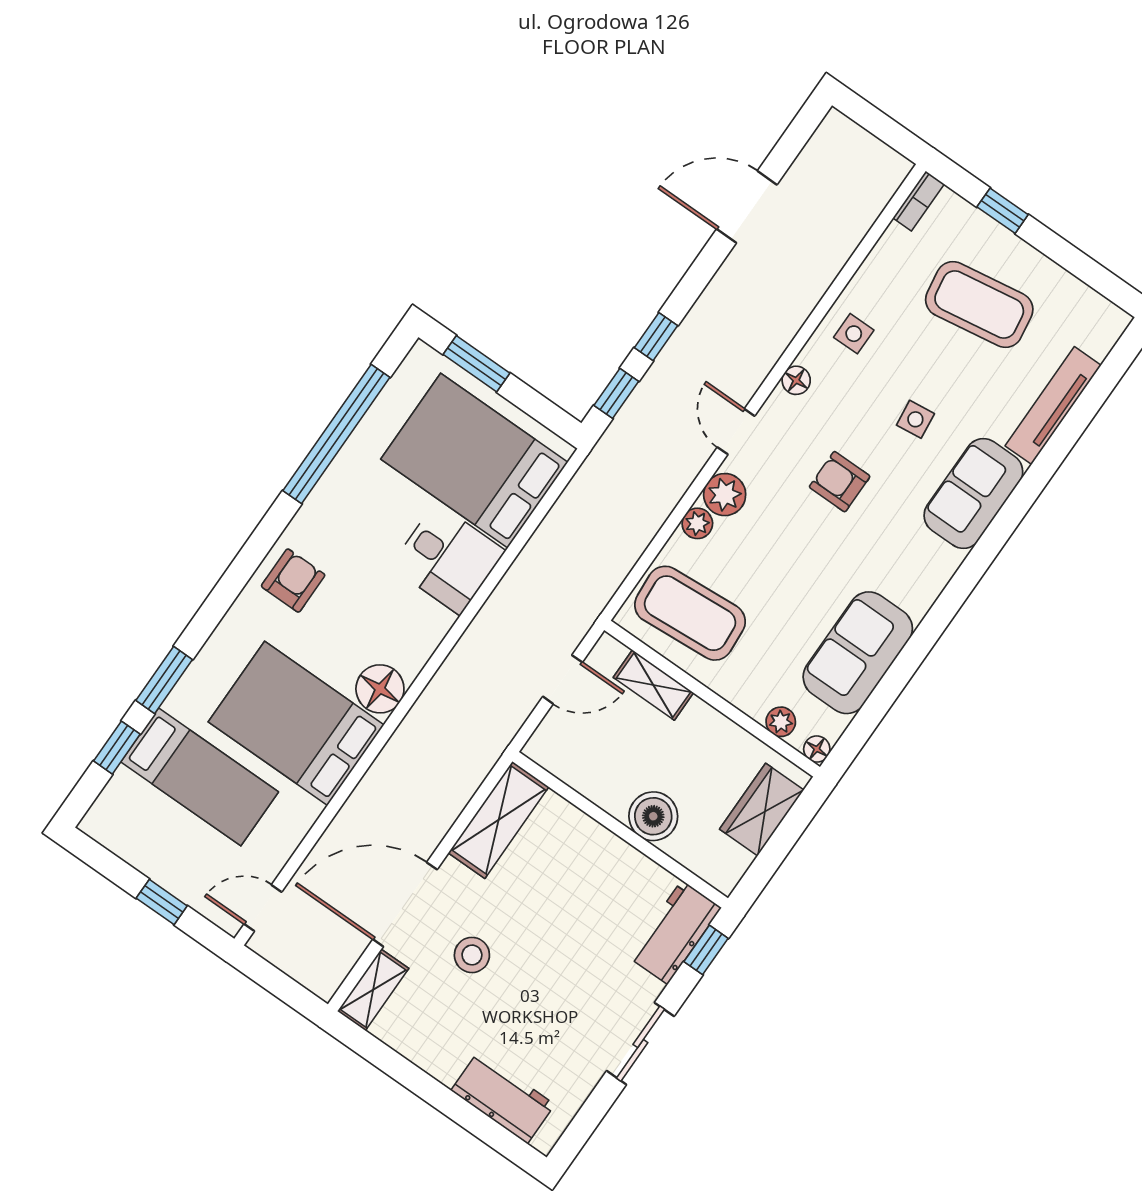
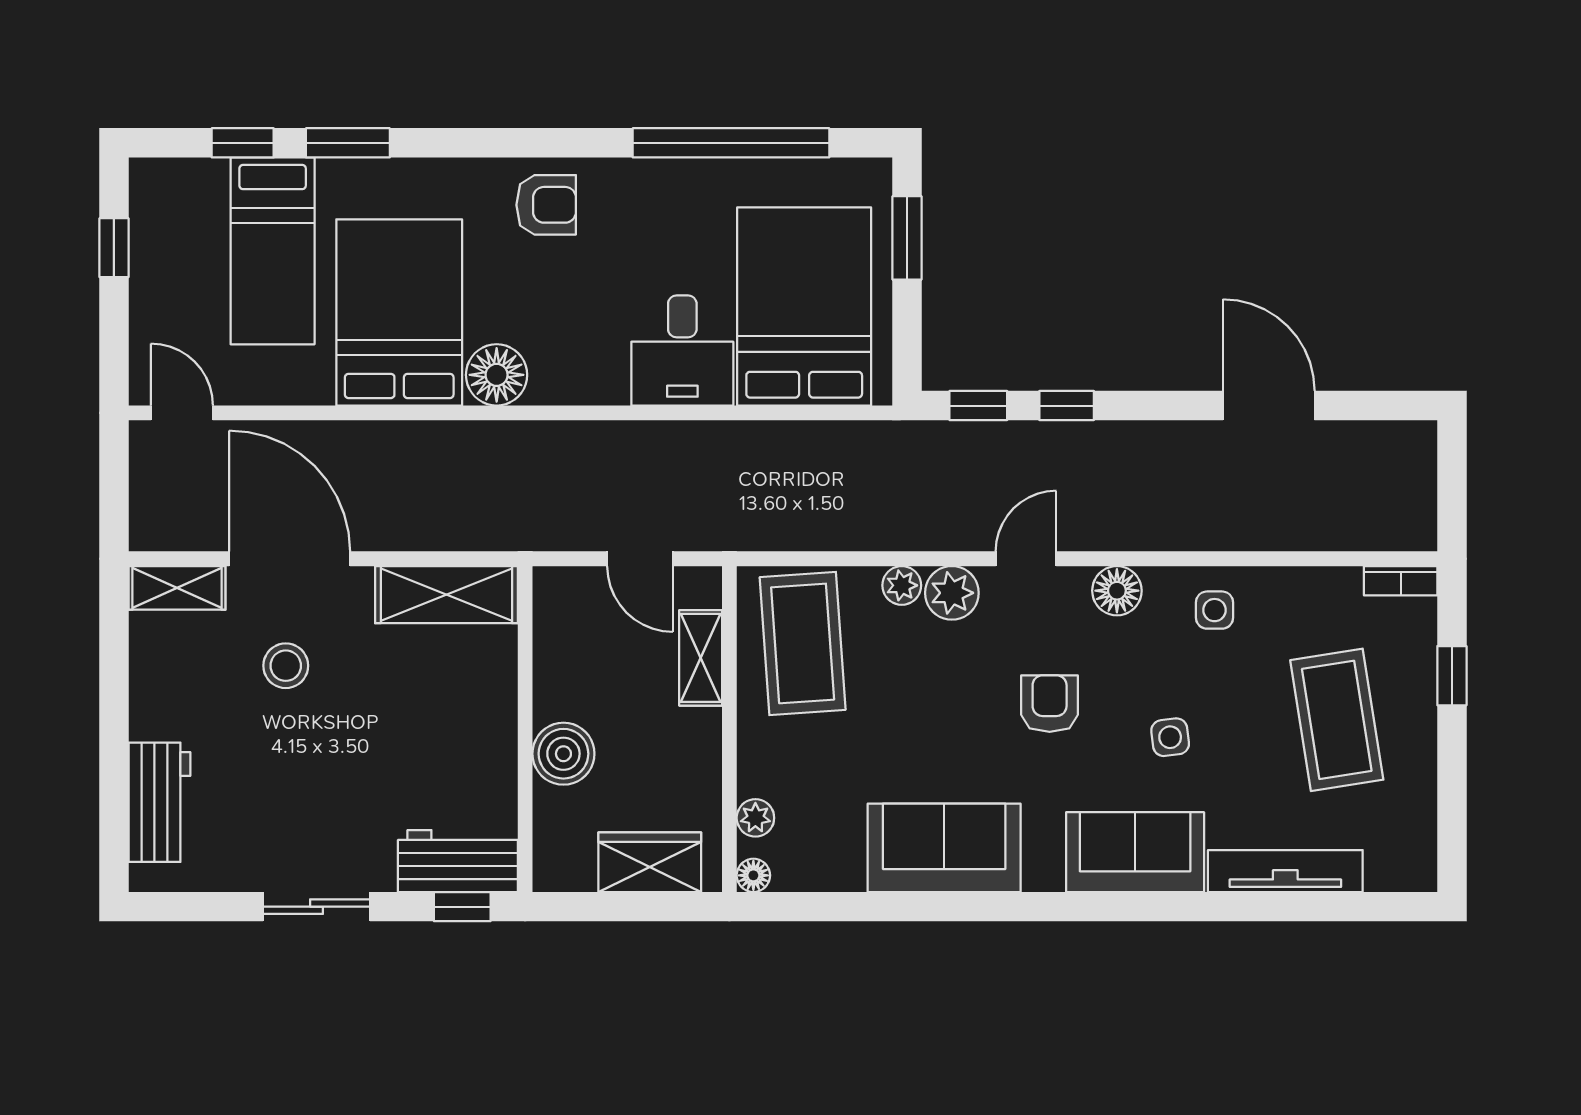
floor lamp: (796, 380) -> (1117, 591), width x1.37, depth x1.37
sofa: (858, 653) -> (944, 848), moved
window: (162, 902) -> (114, 248), moved

